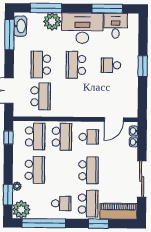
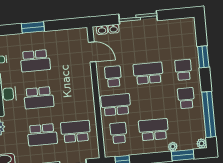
school desk: (111, 65) -> (35, 61), width x1.85
school desk: (35, 137) -> (119, 133), width x0.54
sliding door: (142, 179) -> (138, 17), moved
school desk: (88, 204) -> (183, 70), width x0.54
plant: (21, 210) -> (202, 143), width x0.53, depth x0.53
piano: (118, 211) -> (188, 37), removed

